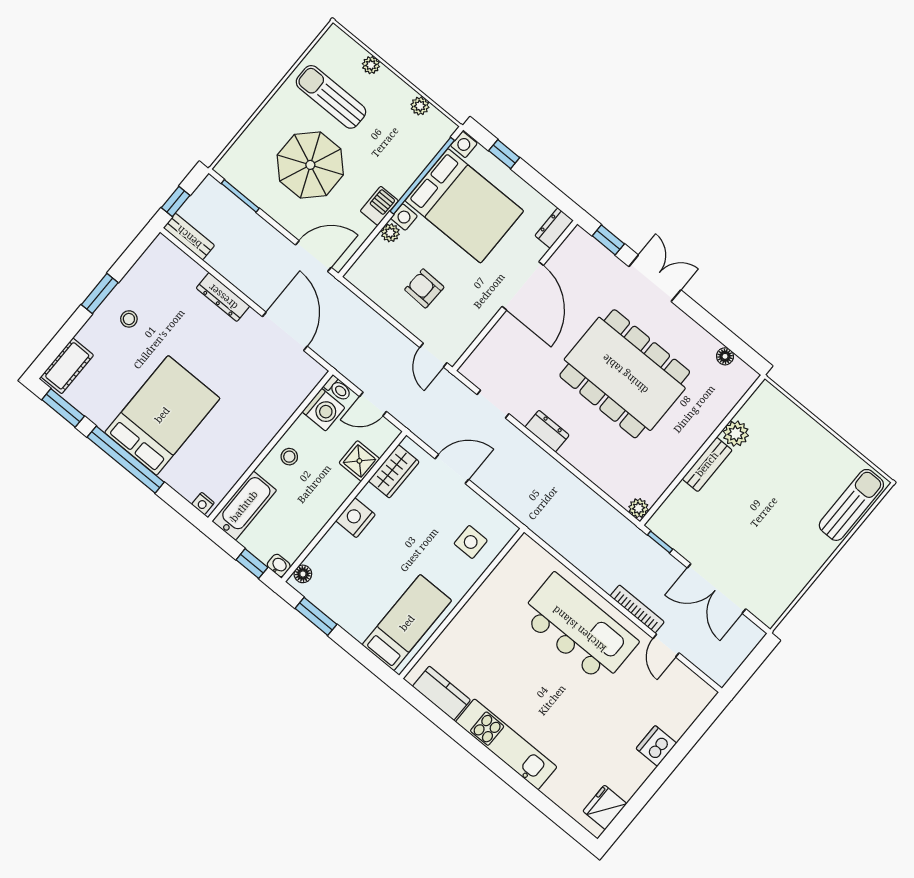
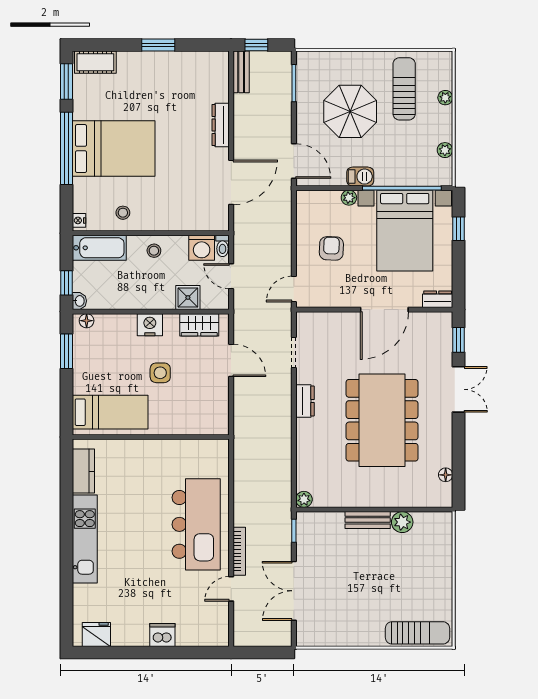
stool: (129, 319) -> (123, 213), moved
side table: (471, 542) -> (160, 373), moved

